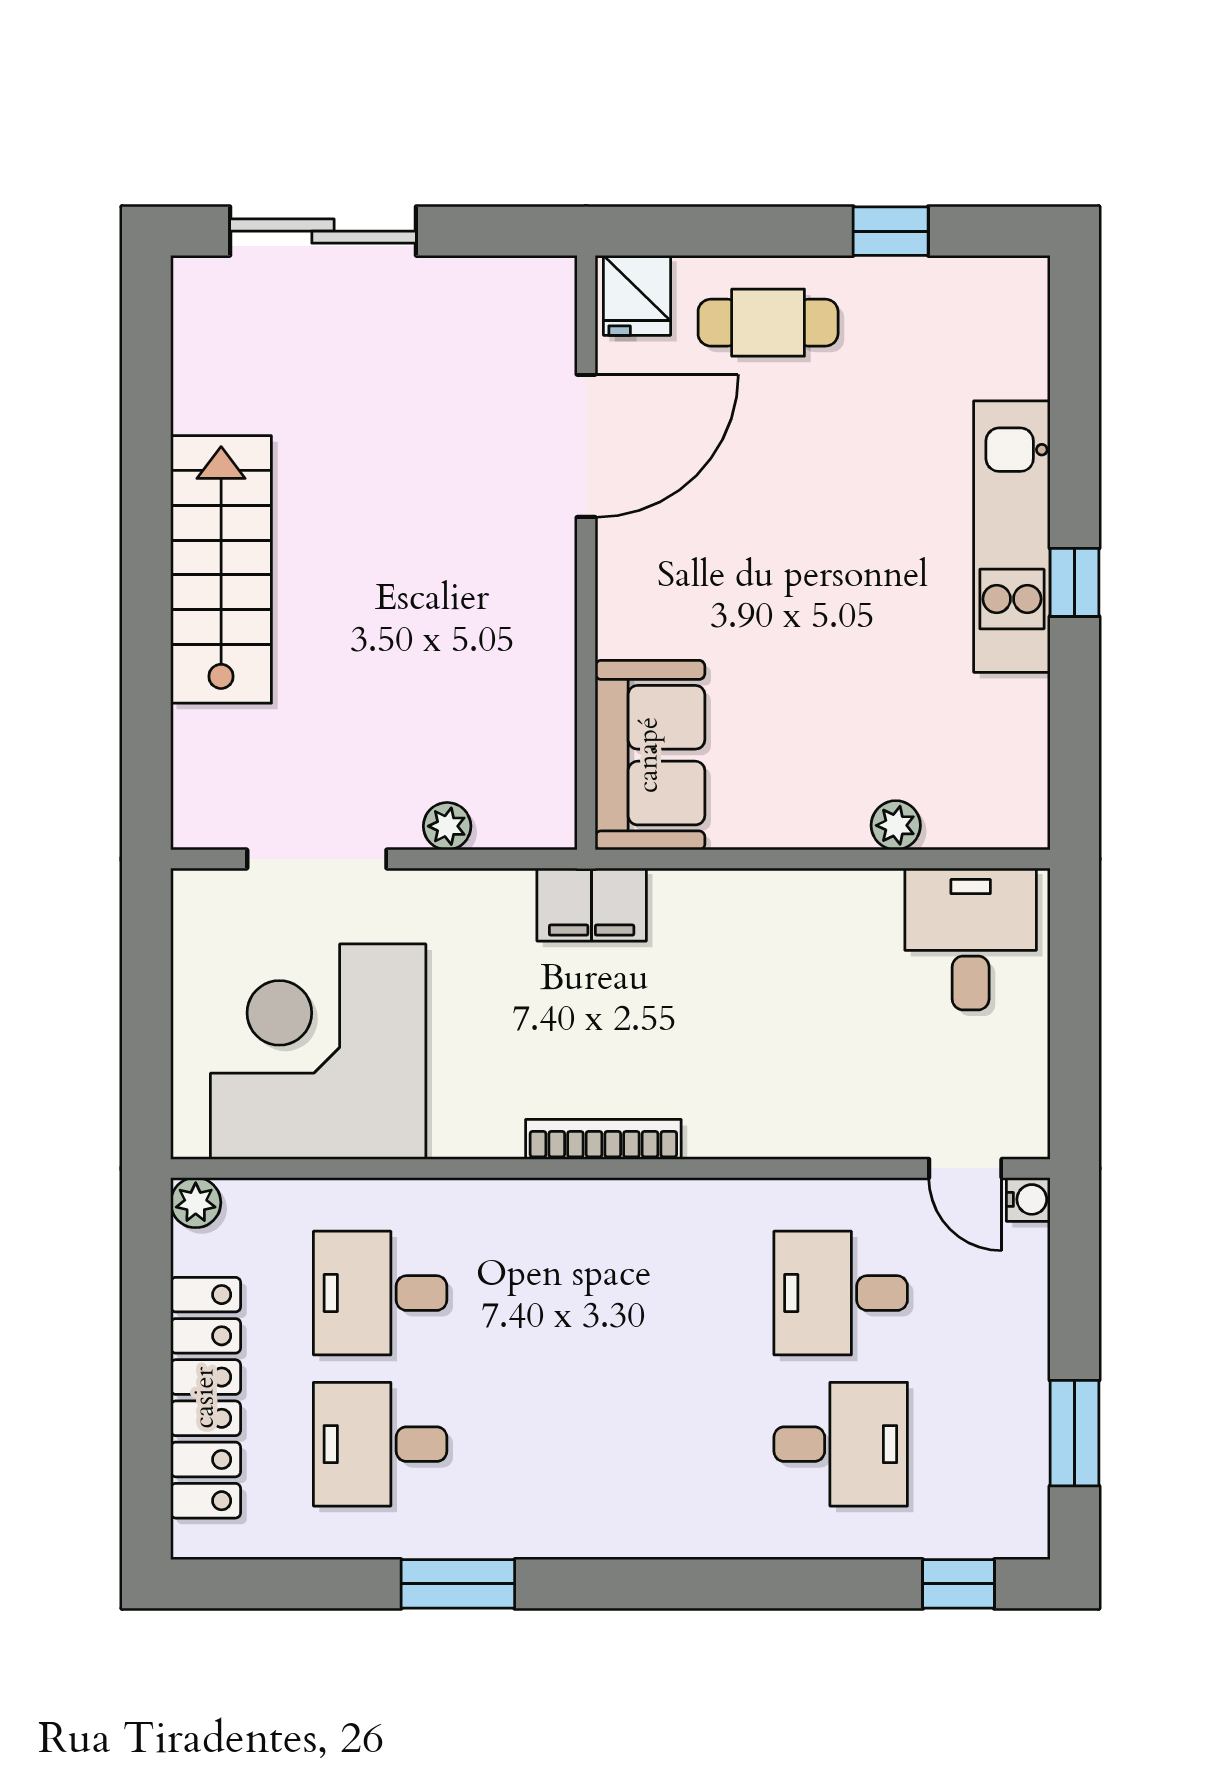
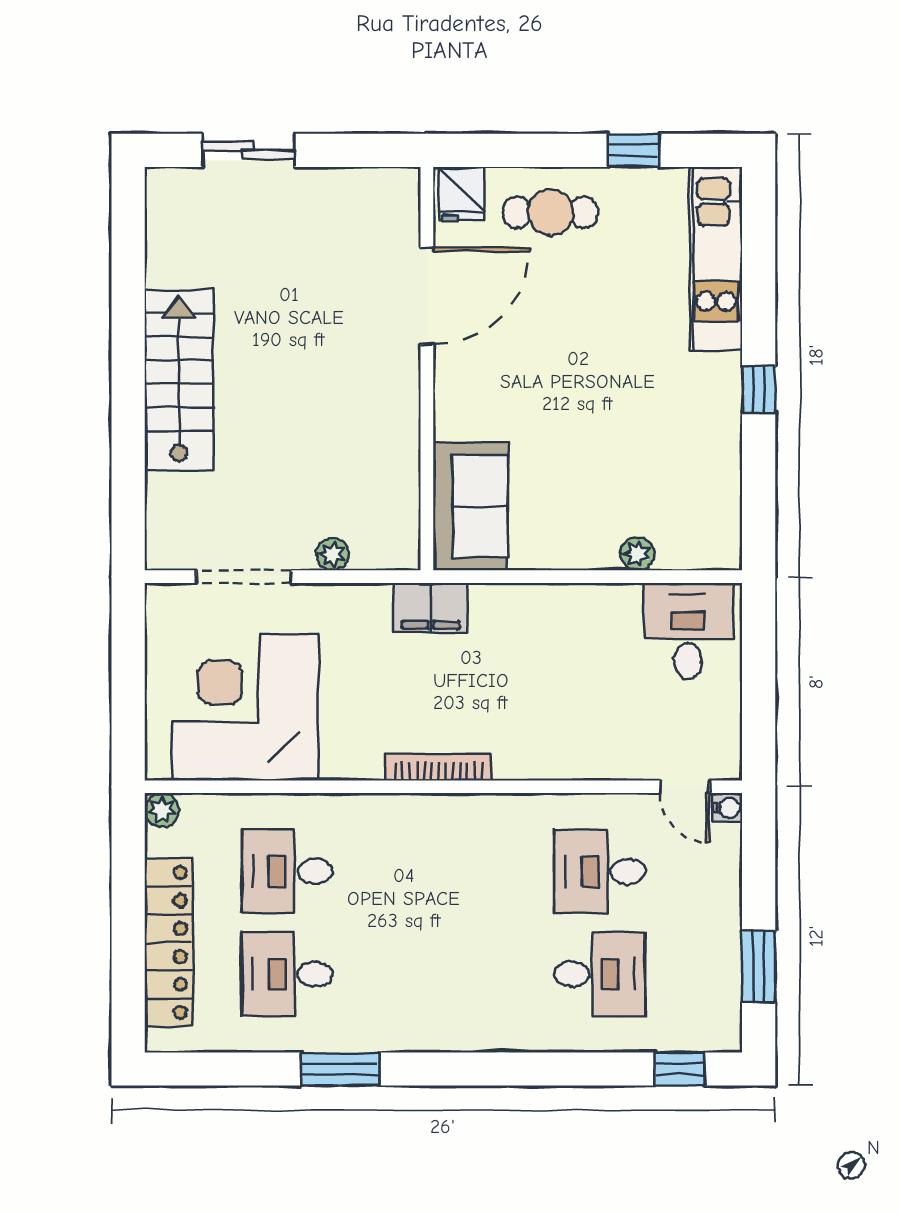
sliding door: (323, 231) -> (248, 150), width x0.73
kitchen unit: (1012, 537) -> (716, 259), moved

